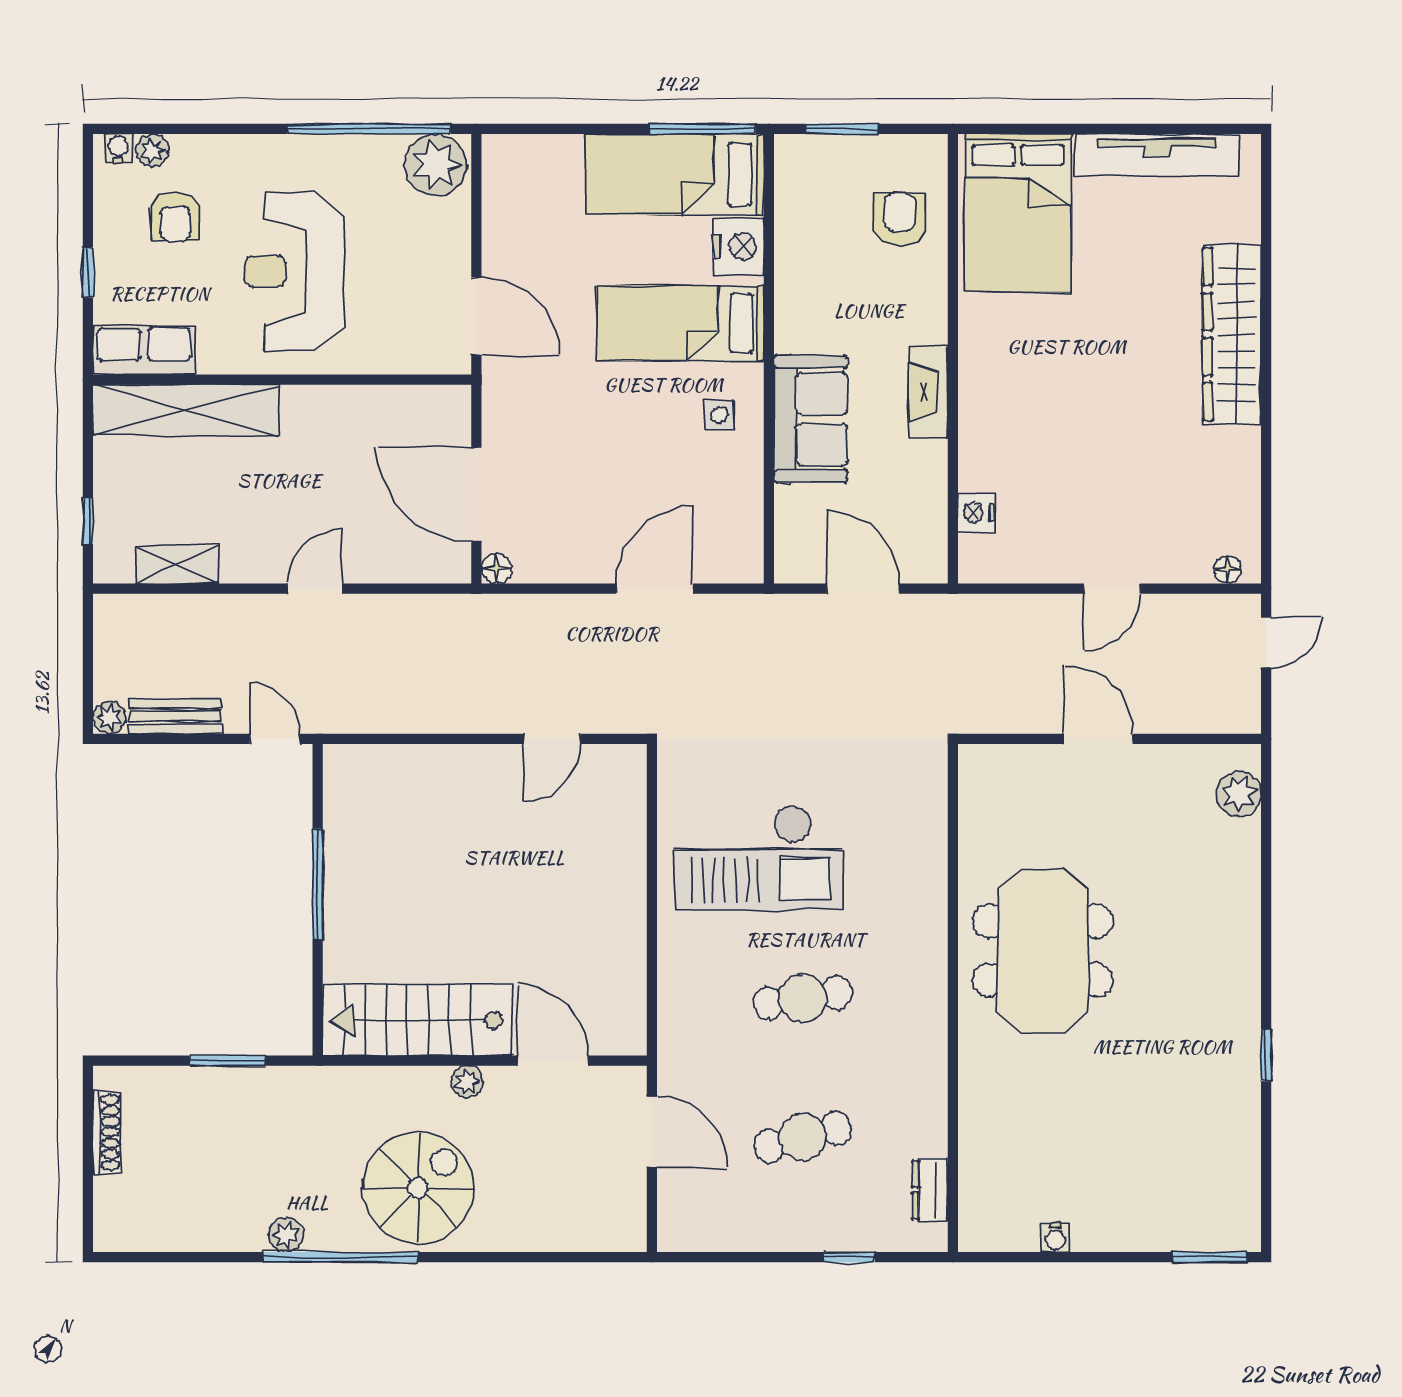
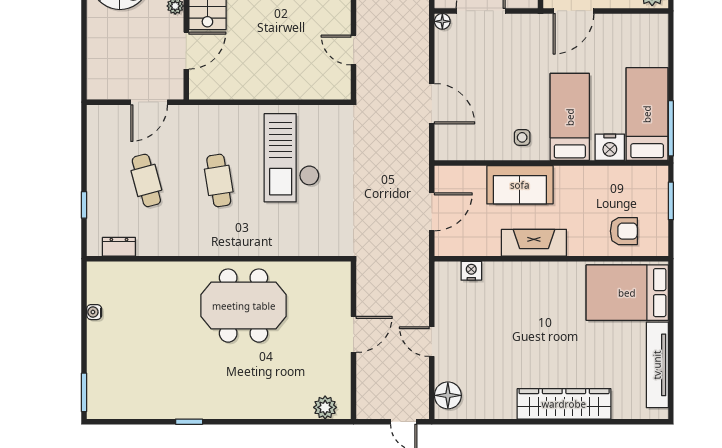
fireplace: (928, 392) -> (534, 243), width x1.37, depth x1.32
floor lamp: (1228, 570) -> (448, 395), width x1.89, depth x1.89

